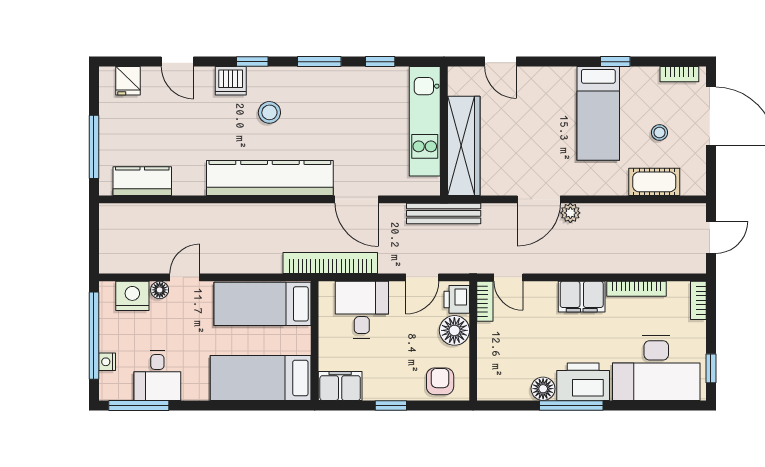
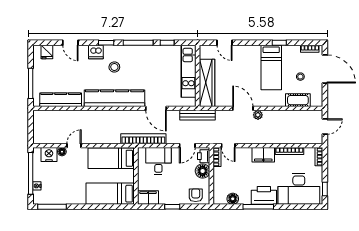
window: (319, 62) -> (138, 43), width x1.44
kitchen counter: (142, 181) -> (61, 100), width x1.50
door: (539, 199) -> (243, 108), swing flipped
desk: (157, 376) -> (61, 192), removed
floor lamp: (543, 389) -> (233, 199), moved

